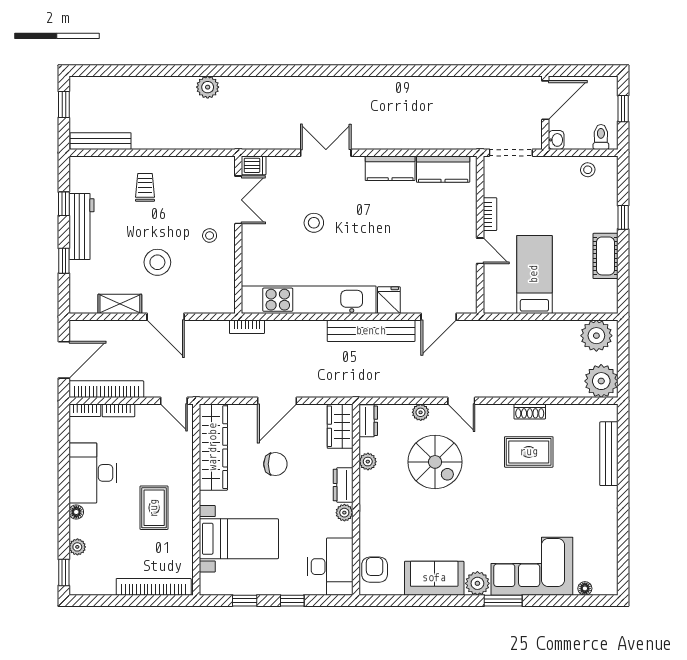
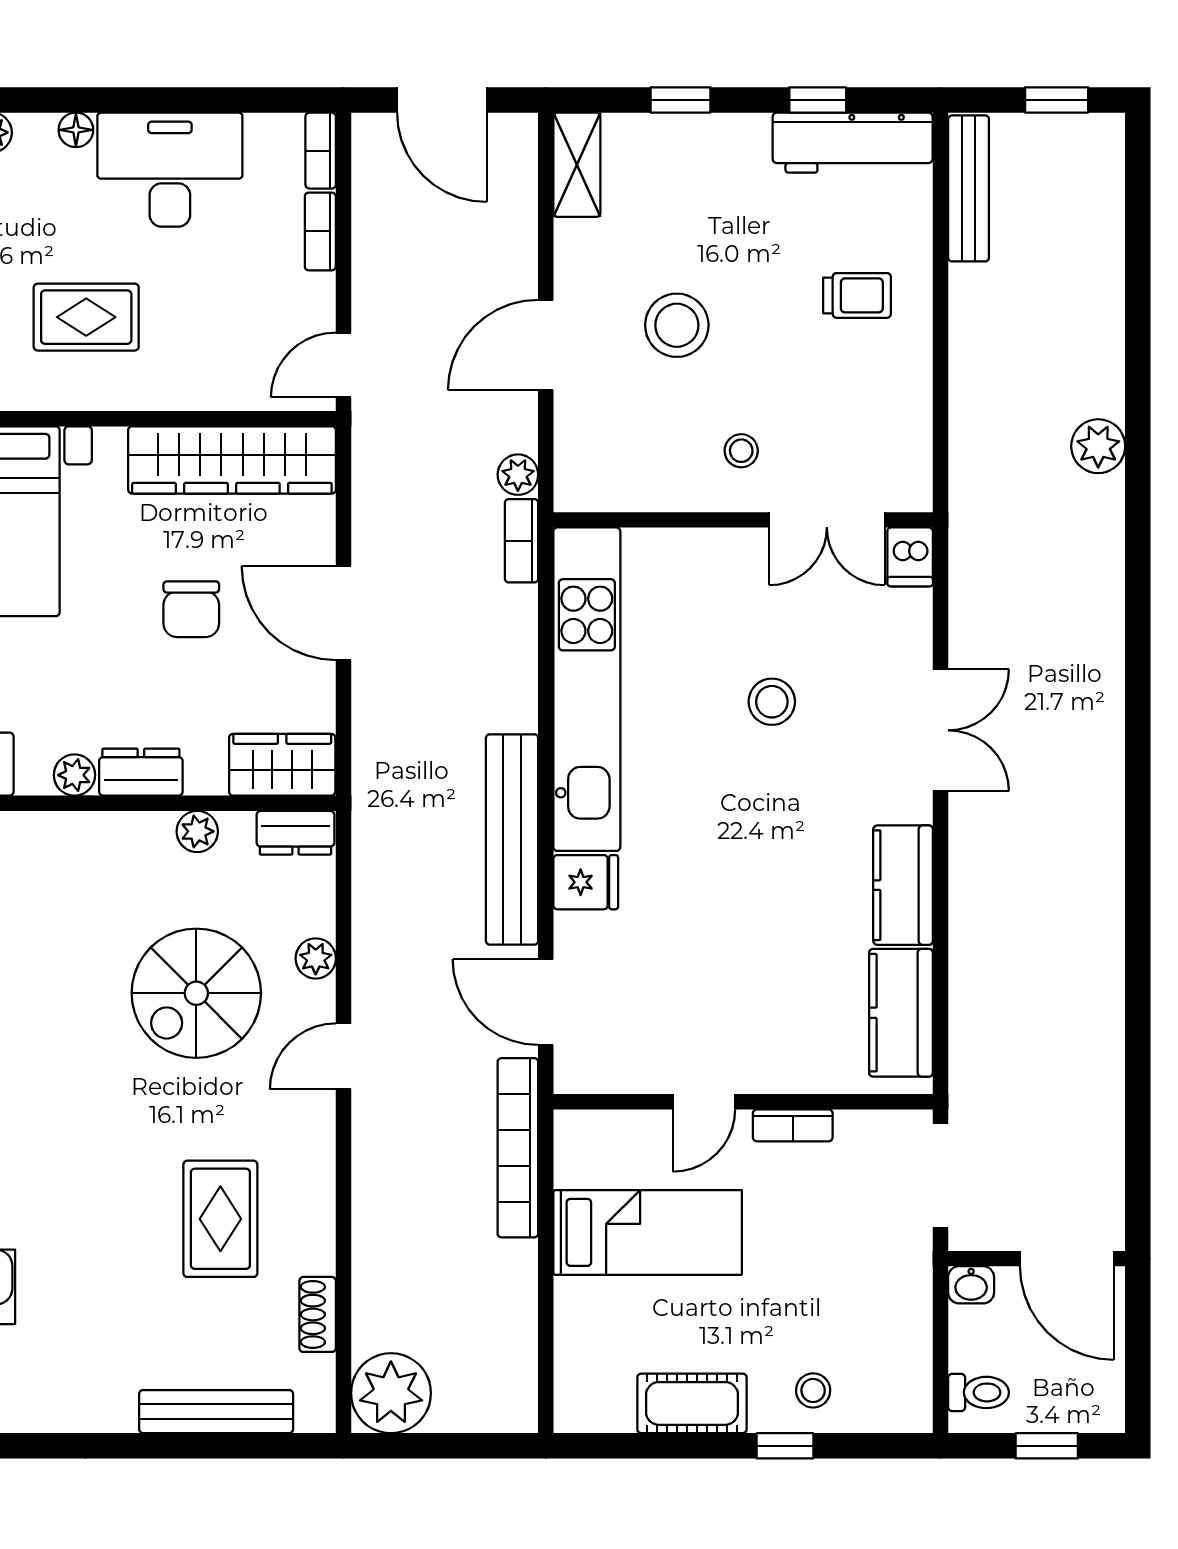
stool: (588, 170) -> (813, 1390), moved
workbench: (81, 226) -> (853, 143), moved
shelving: (120, 304) -> (577, 165), moved
plant: (596, 336) -> (518, 475), moved, width x0.53, depth x0.53
bookcase: (106, 389) -> (518, 1148), moved, turned 180
shoe rack: (530, 412) -> (318, 1314), moved

